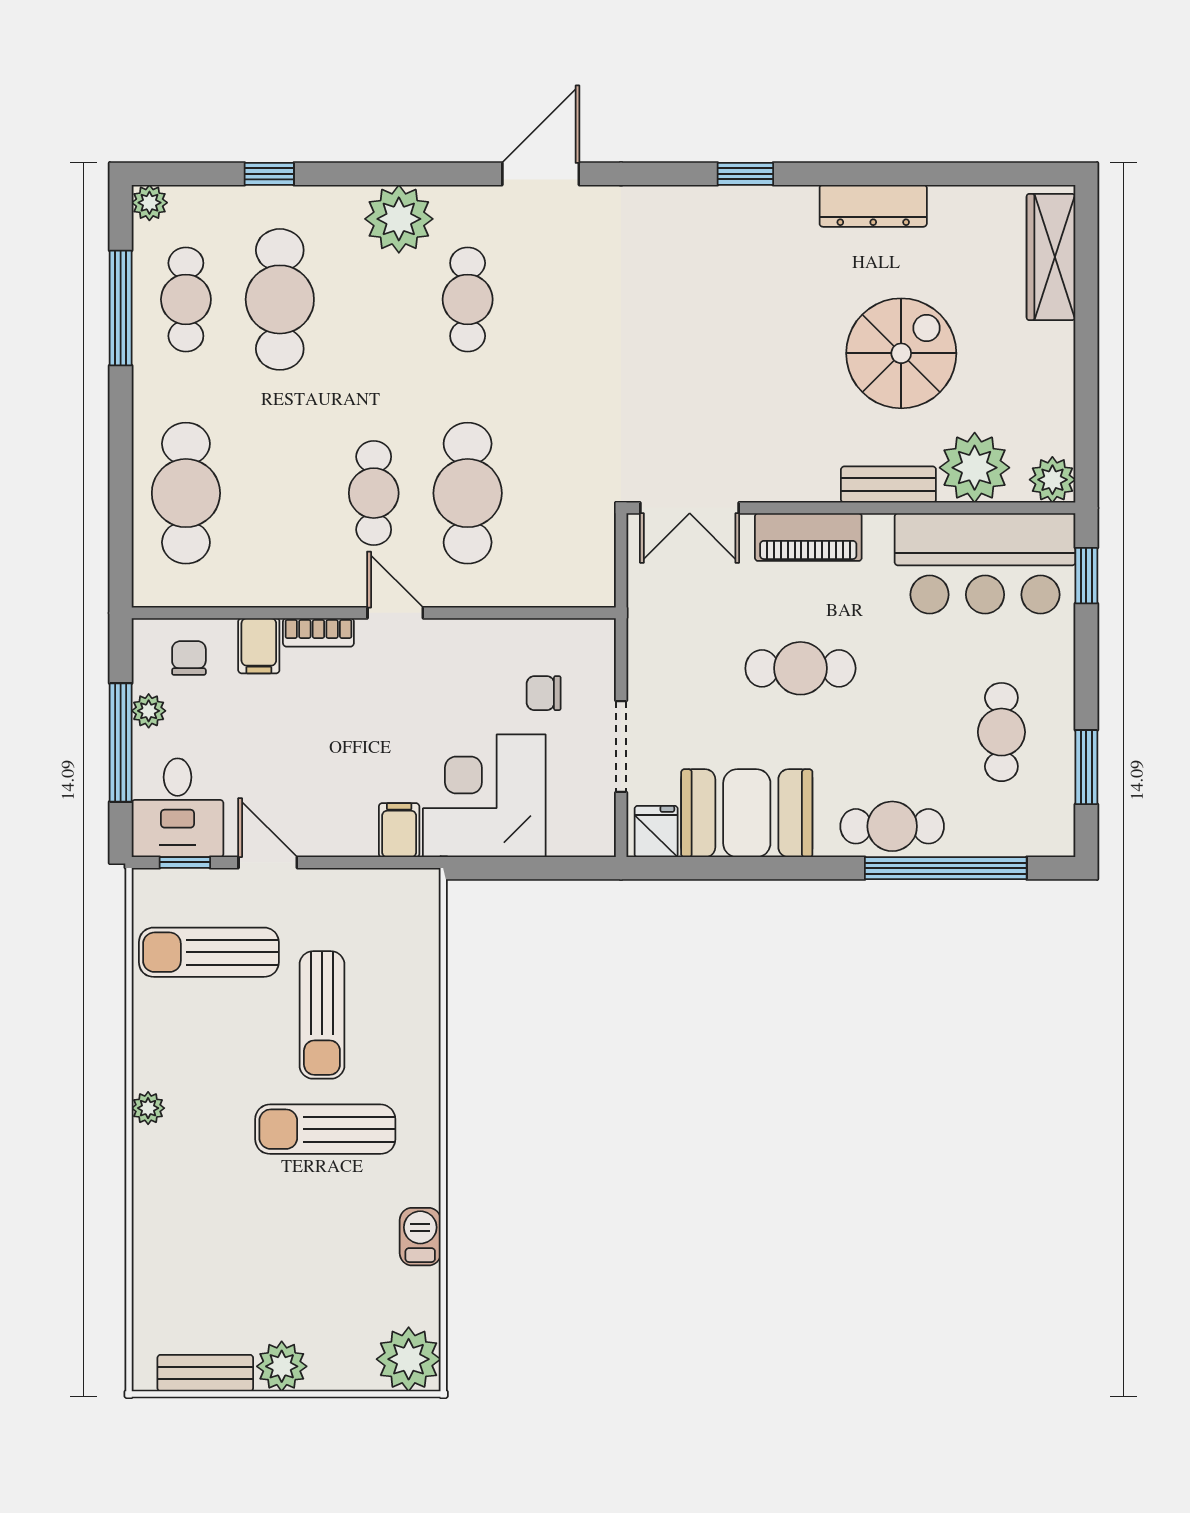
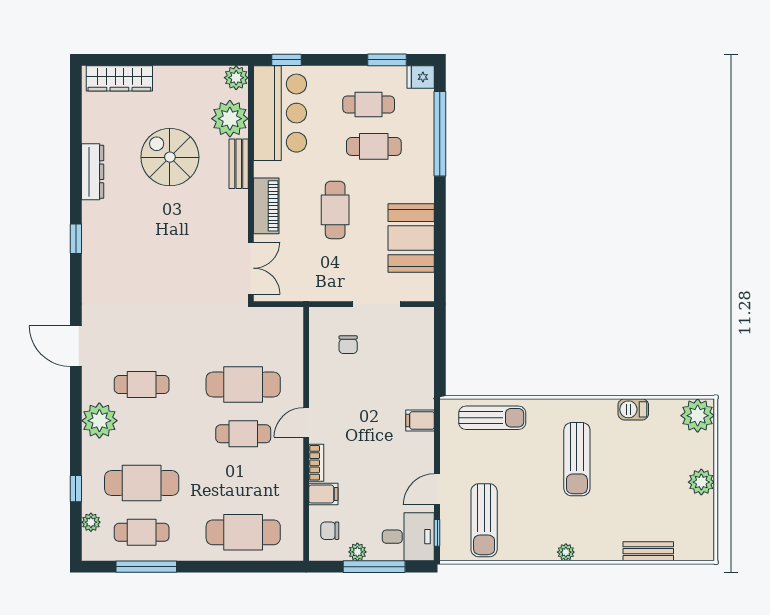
plant: (149, 203) -> (91, 522), moved
corner desk: (484, 796) -> (402, 376), removed
cafe table: (892, 826) -> (374, 146), moved, turned 90
fridge: (656, 832) -> (421, 77), moved
sun lounger: (322, 1015) -> (492, 418), moved
bench: (205, 1373) -> (648, 551), moved, turned 90

